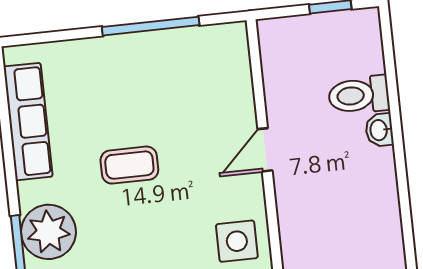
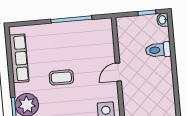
washbasin: (379, 130) -> (163, 20), moved

